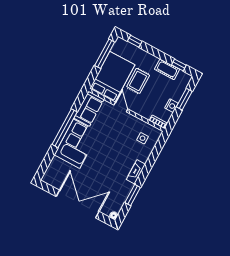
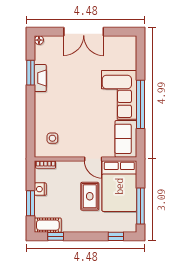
cot: (167, 69) -> (48, 225), moved
fireplace: (136, 172) -> (40, 78), moved
double door: (78, 204) -> (84, 32), width x0.73

